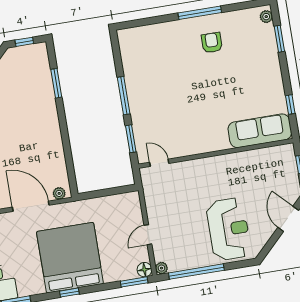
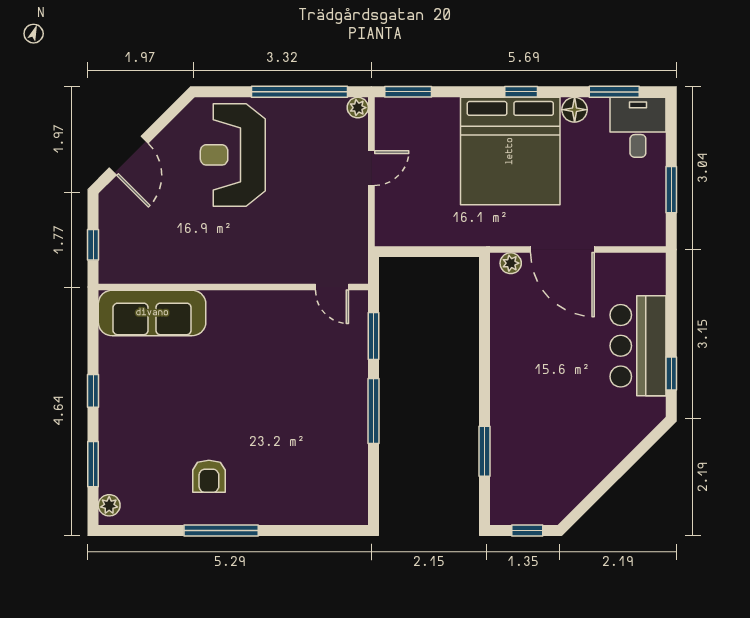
window: (290, 104) -> (93, 391), moved
floor lamp: (144, 270) -> (575, 110), moved

